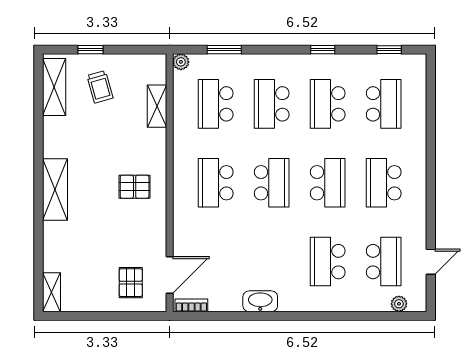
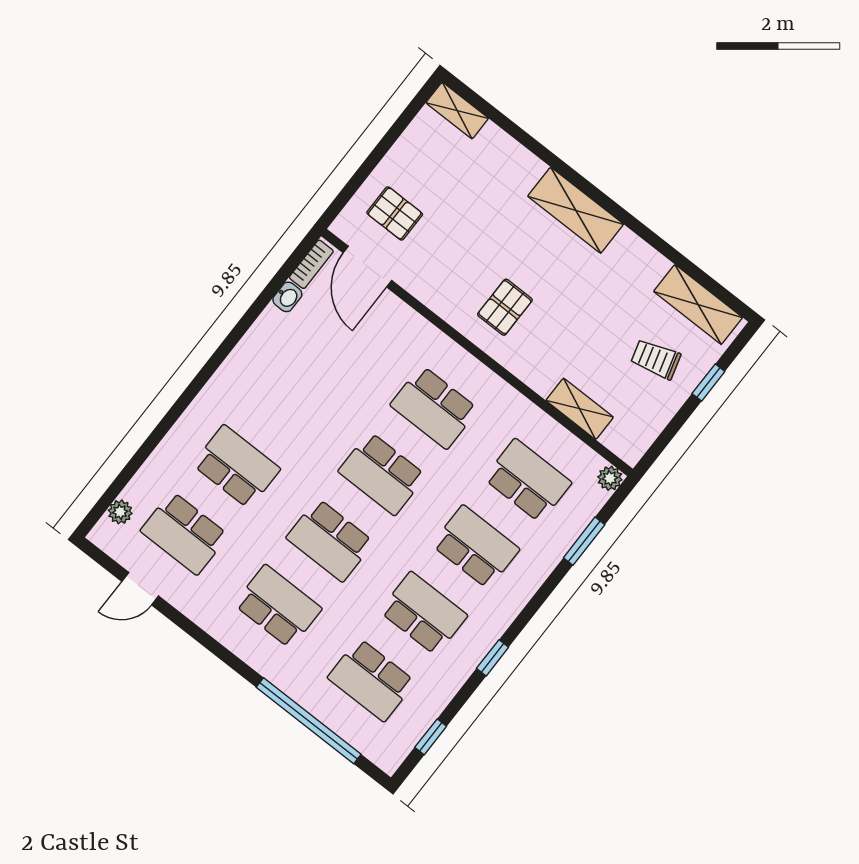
window: (431, 120) -> (309, 721), added
school desk: (216, 183) -> (434, 407), turned 180
door: (431, 262) -> (140, 589), hinge flipped
washbasin: (260, 301) -> (287, 297), moved, width x0.52, depth x0.69

